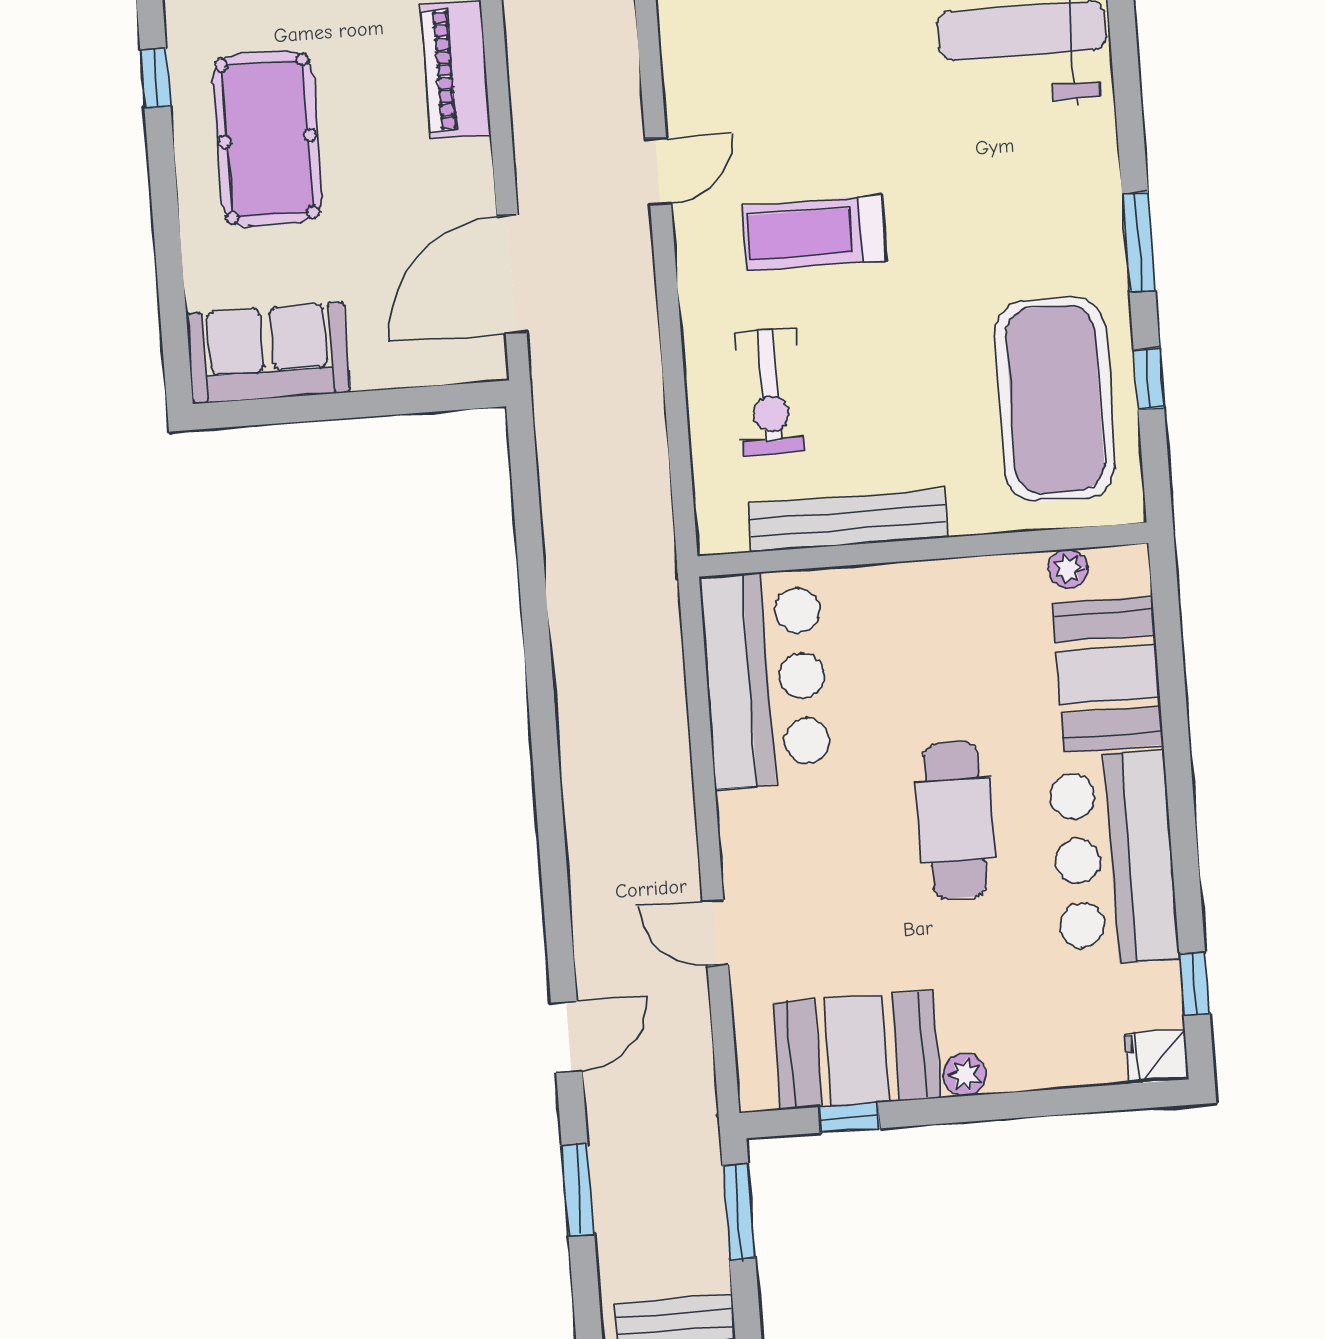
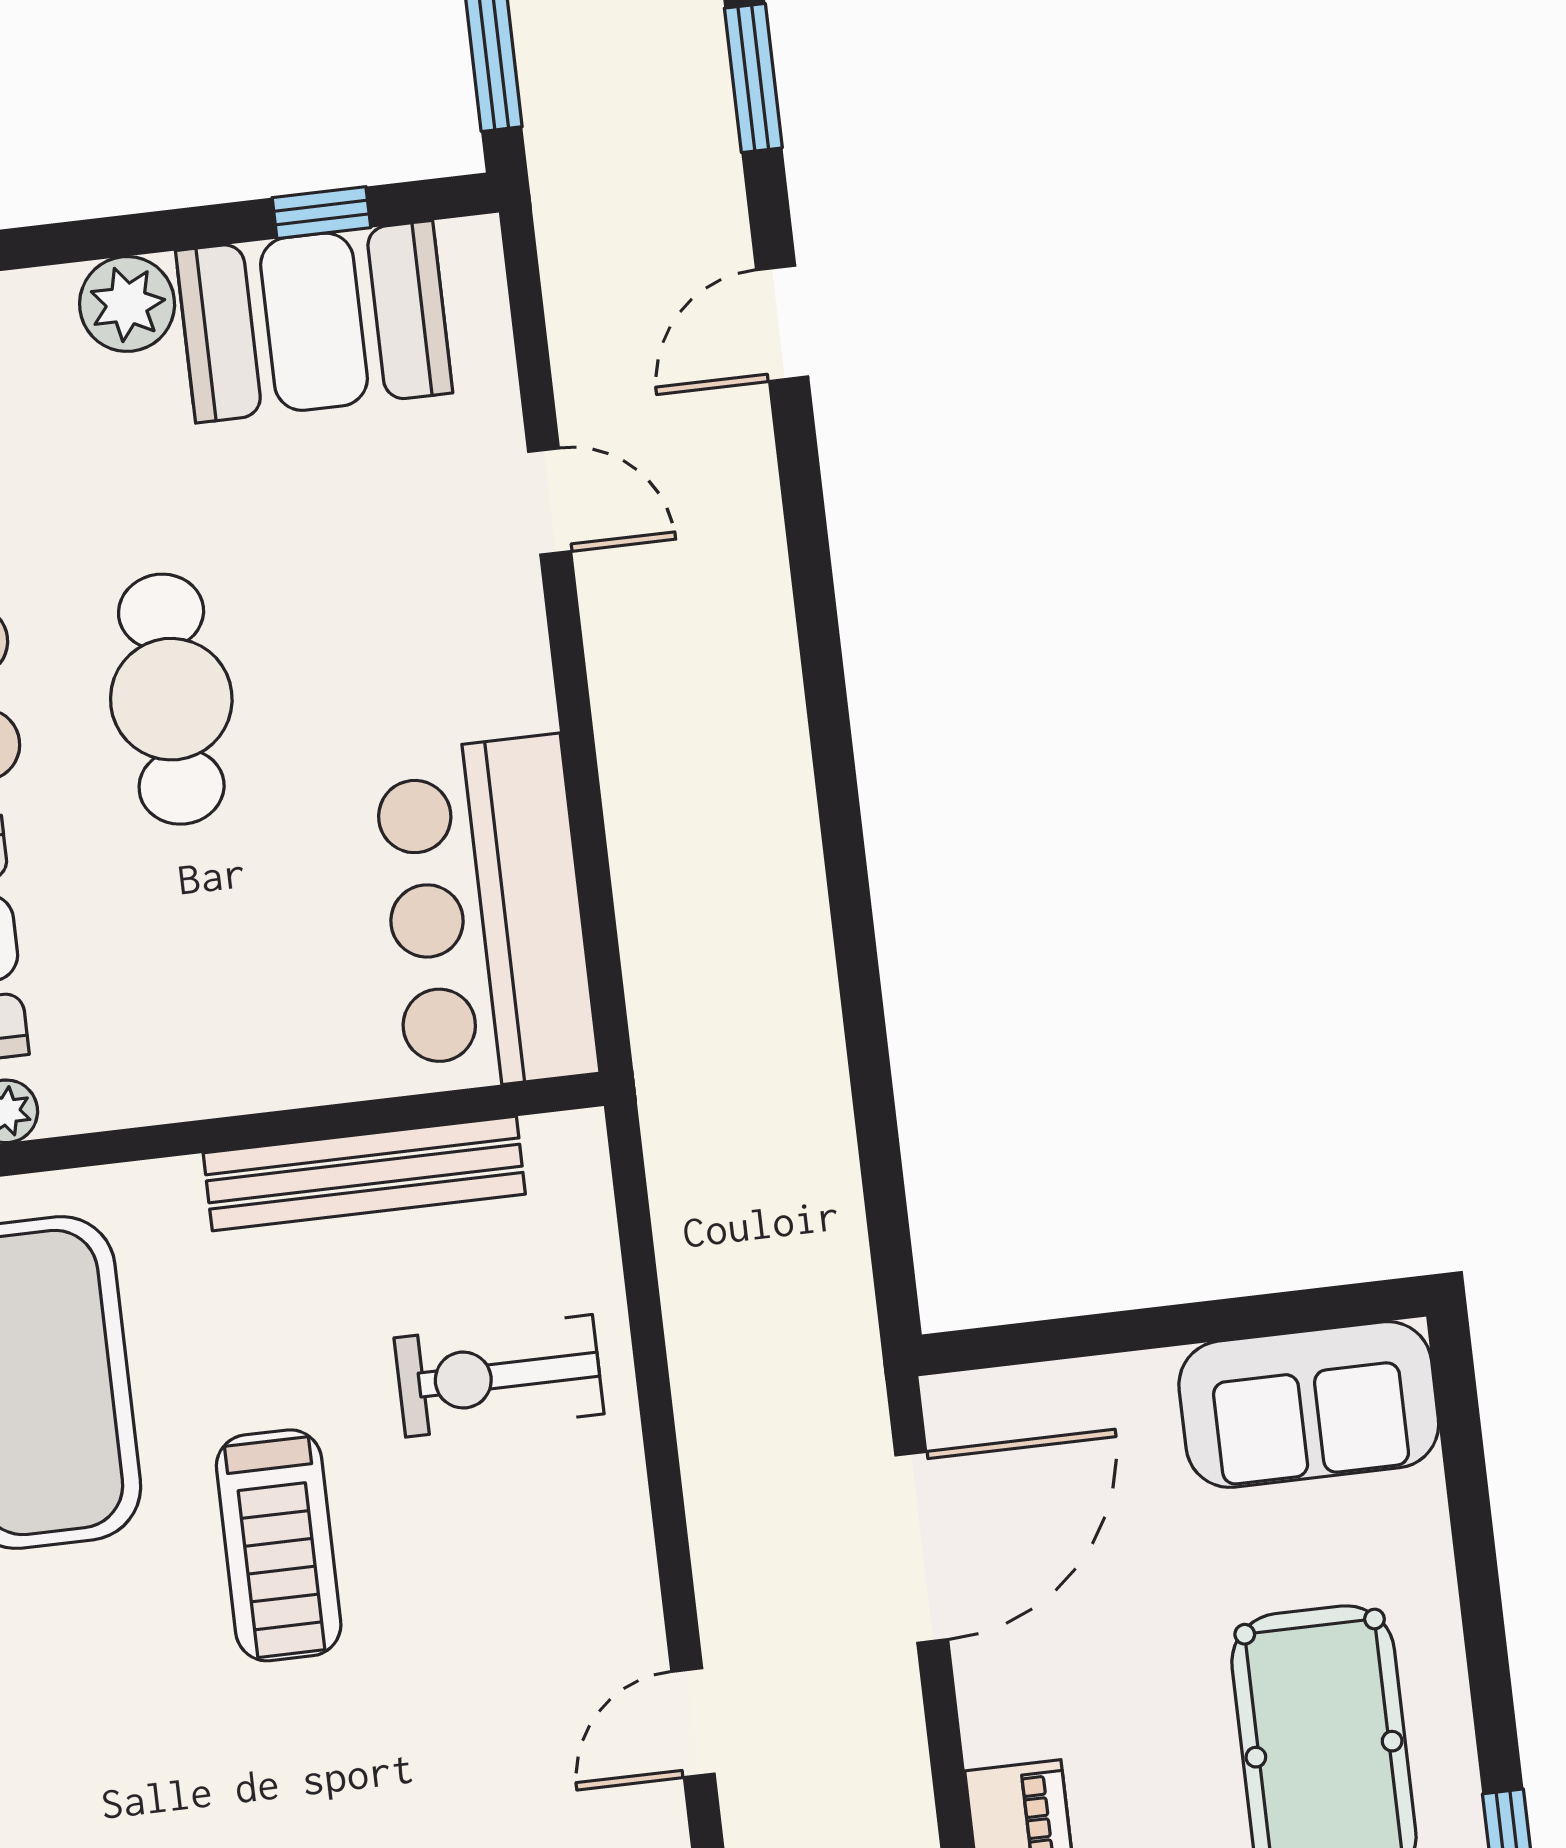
treadmill: (814, 233) -> (279, 1545), moved, turned 90
exercise bike: (769, 392) -> (499, 1376), turned -90
plant: (965, 1075) -> (127, 304), width x1.38, depth x1.38

